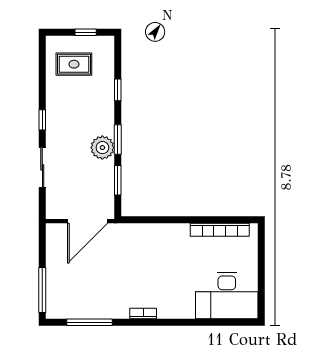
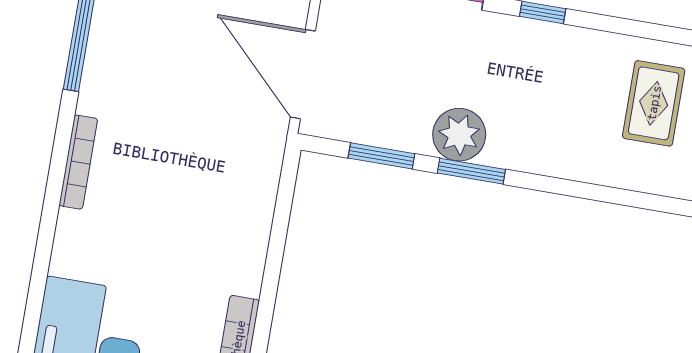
window: (118, 90) -> (580, 190), removed
bookcase: (143, 313) -> (78, 162), width x1.56

